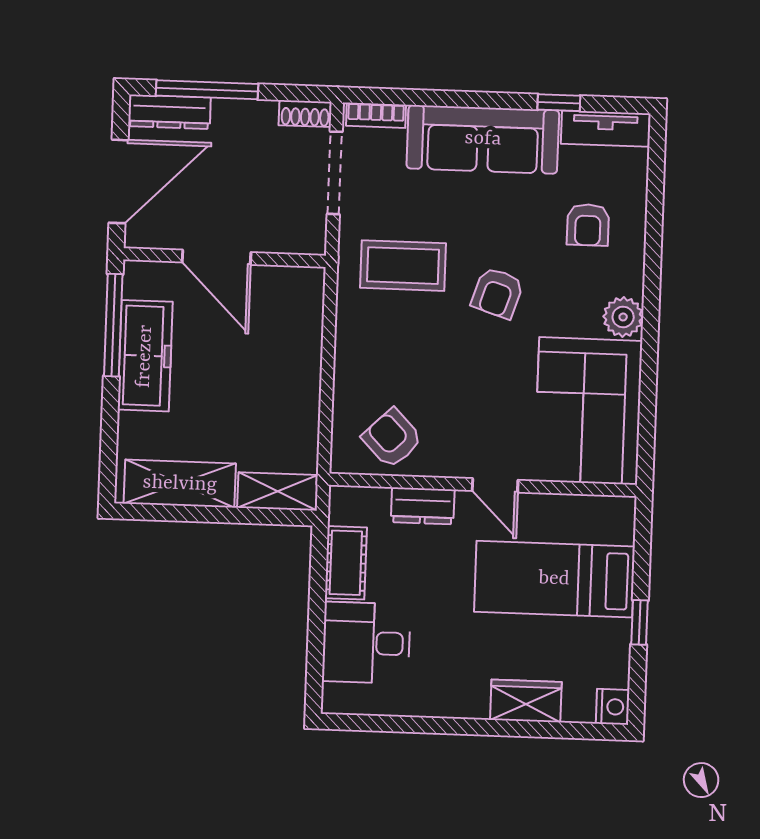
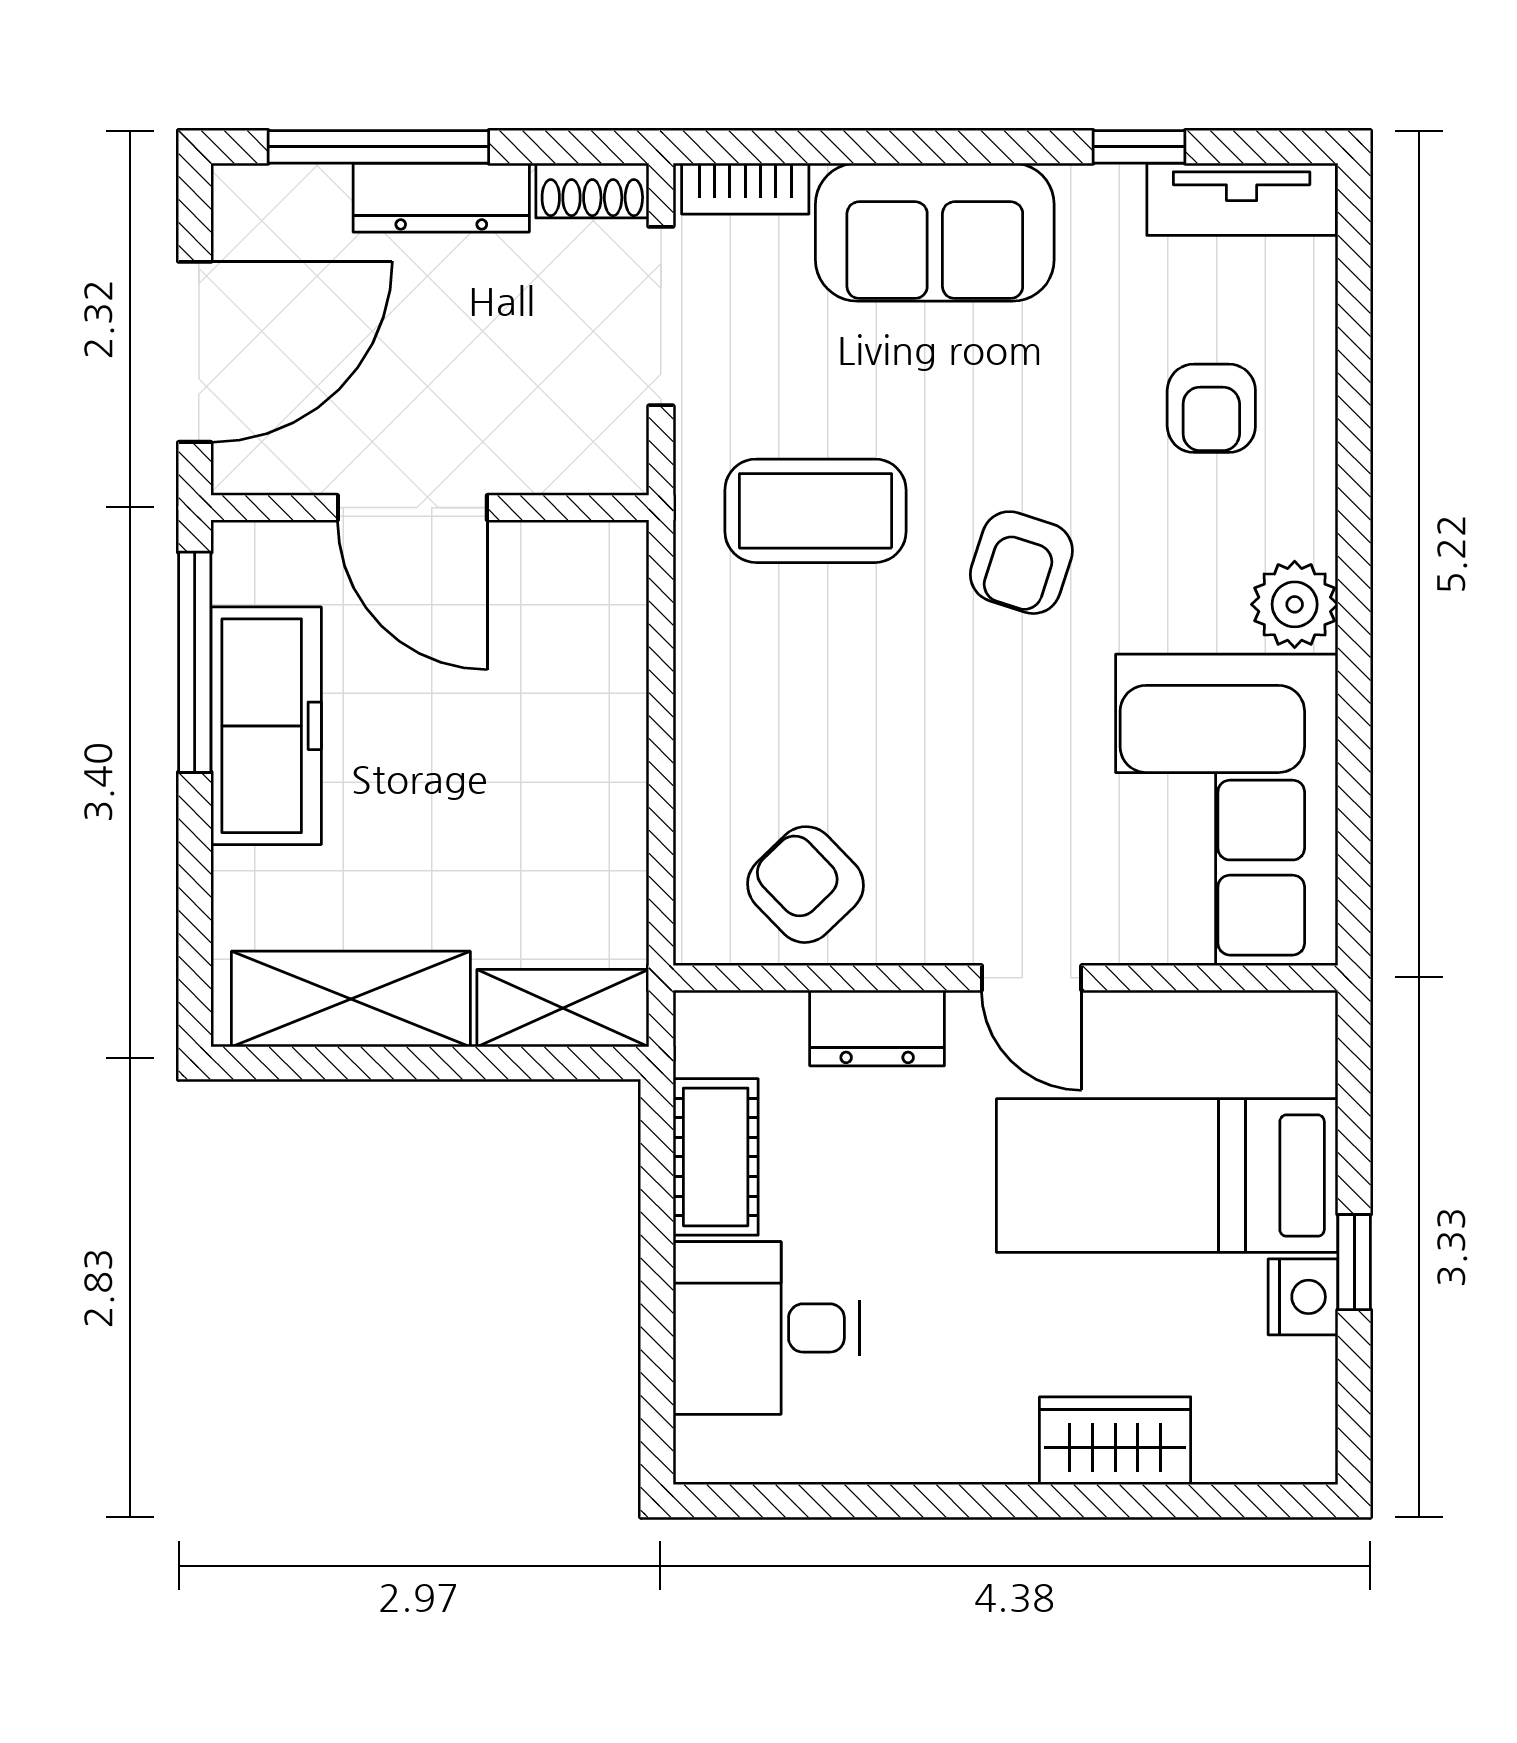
dresser: (169, 112) -> (441, 198), moved
sofa: (483, 139) -> (935, 232), width x0.73
nightstand: (613, 707) -> (1303, 1297), moved

